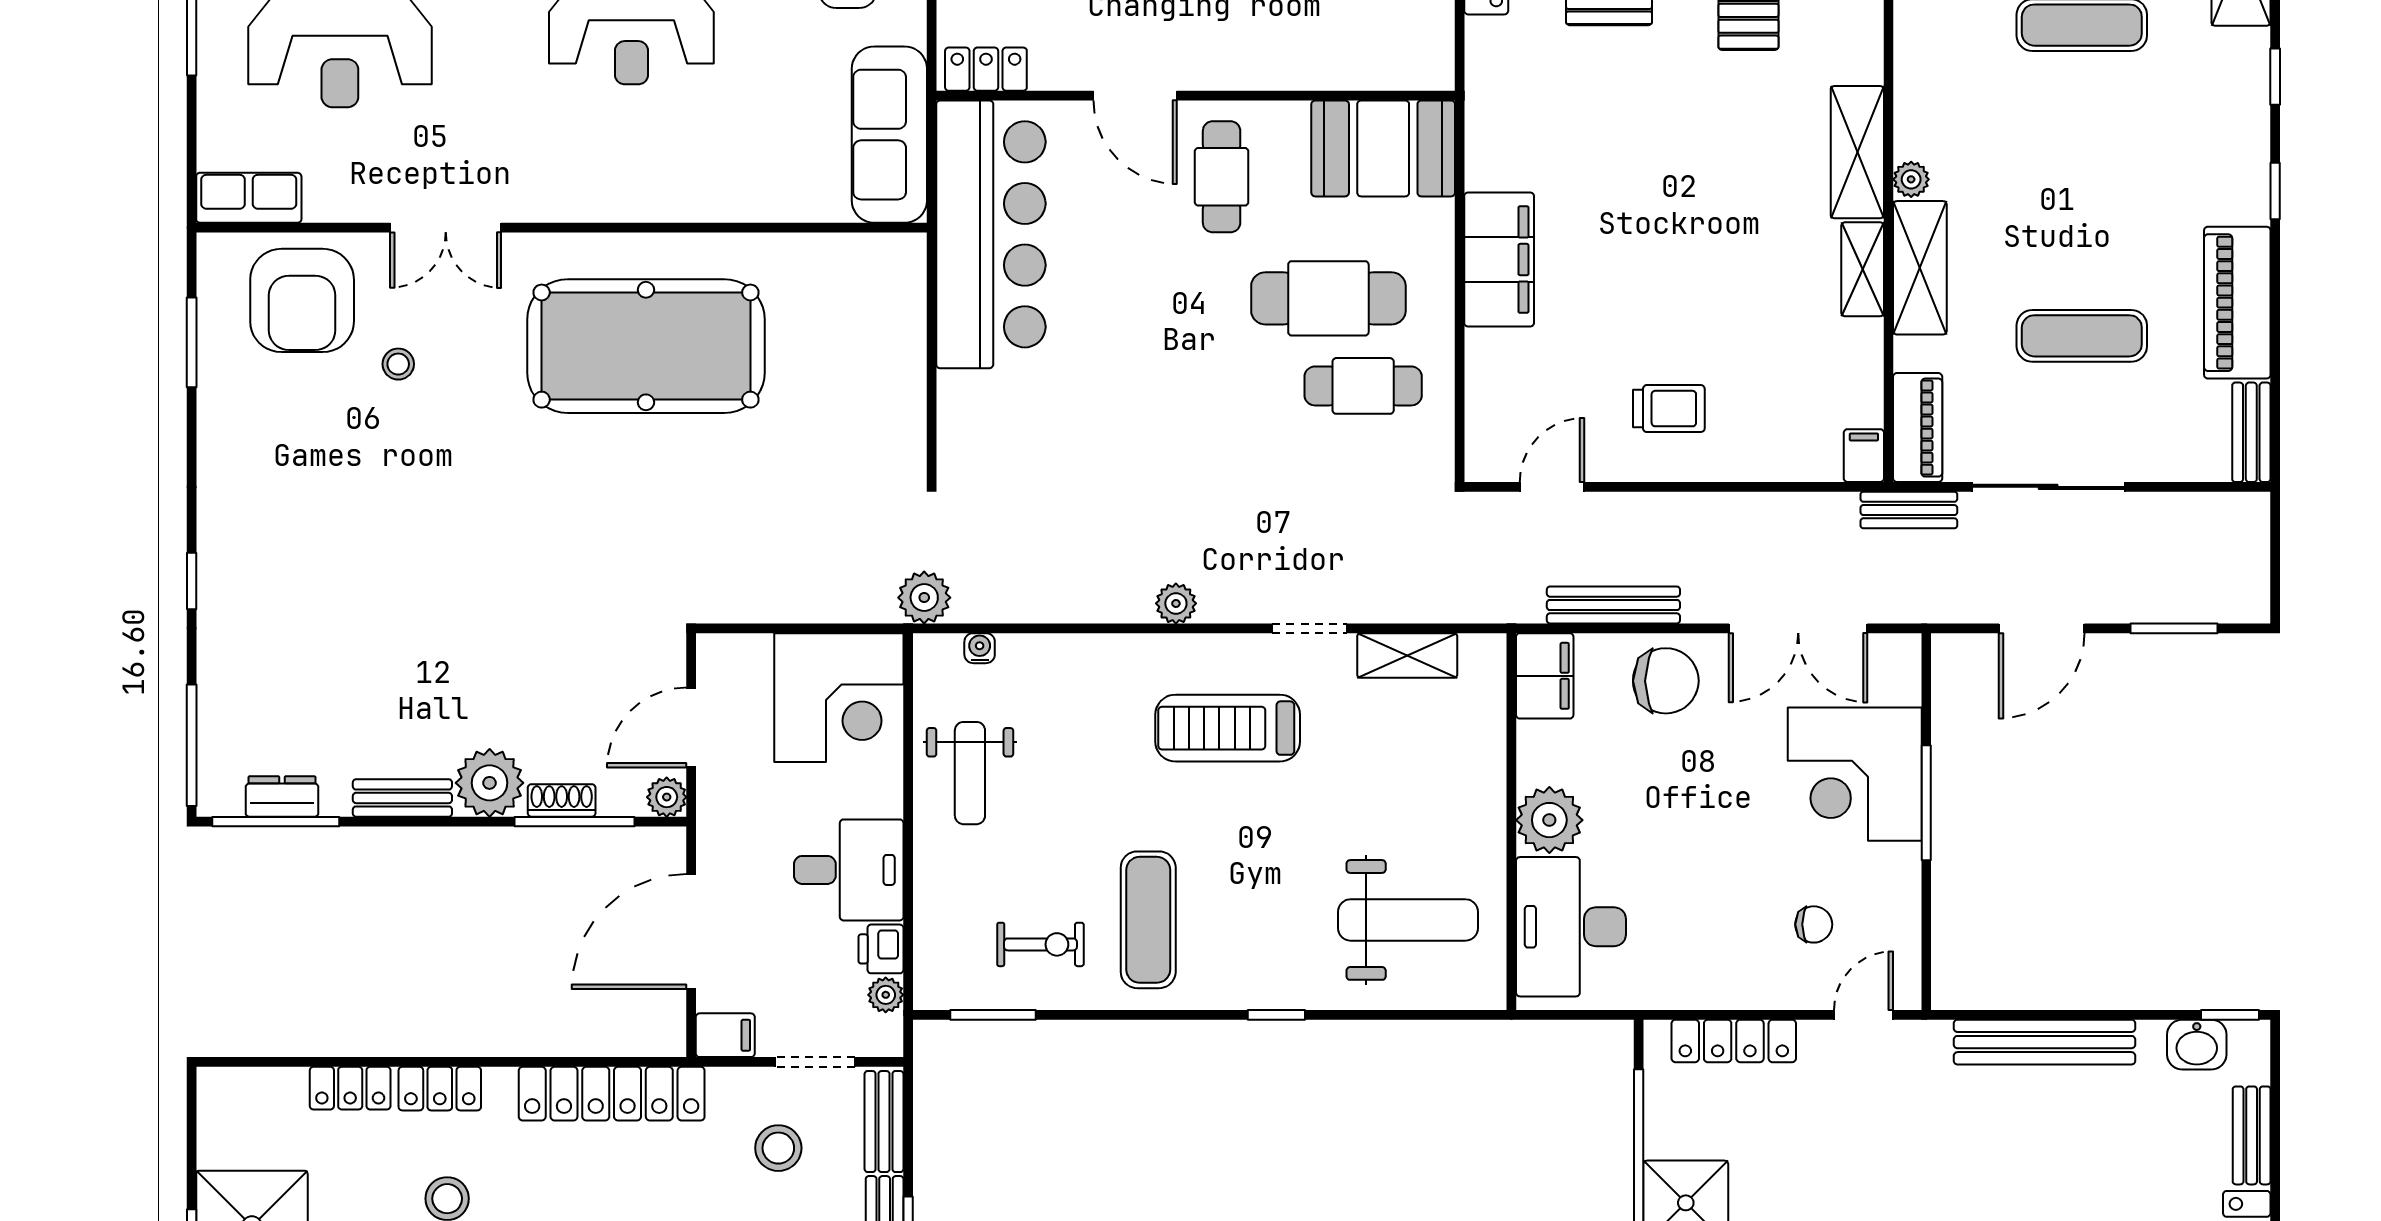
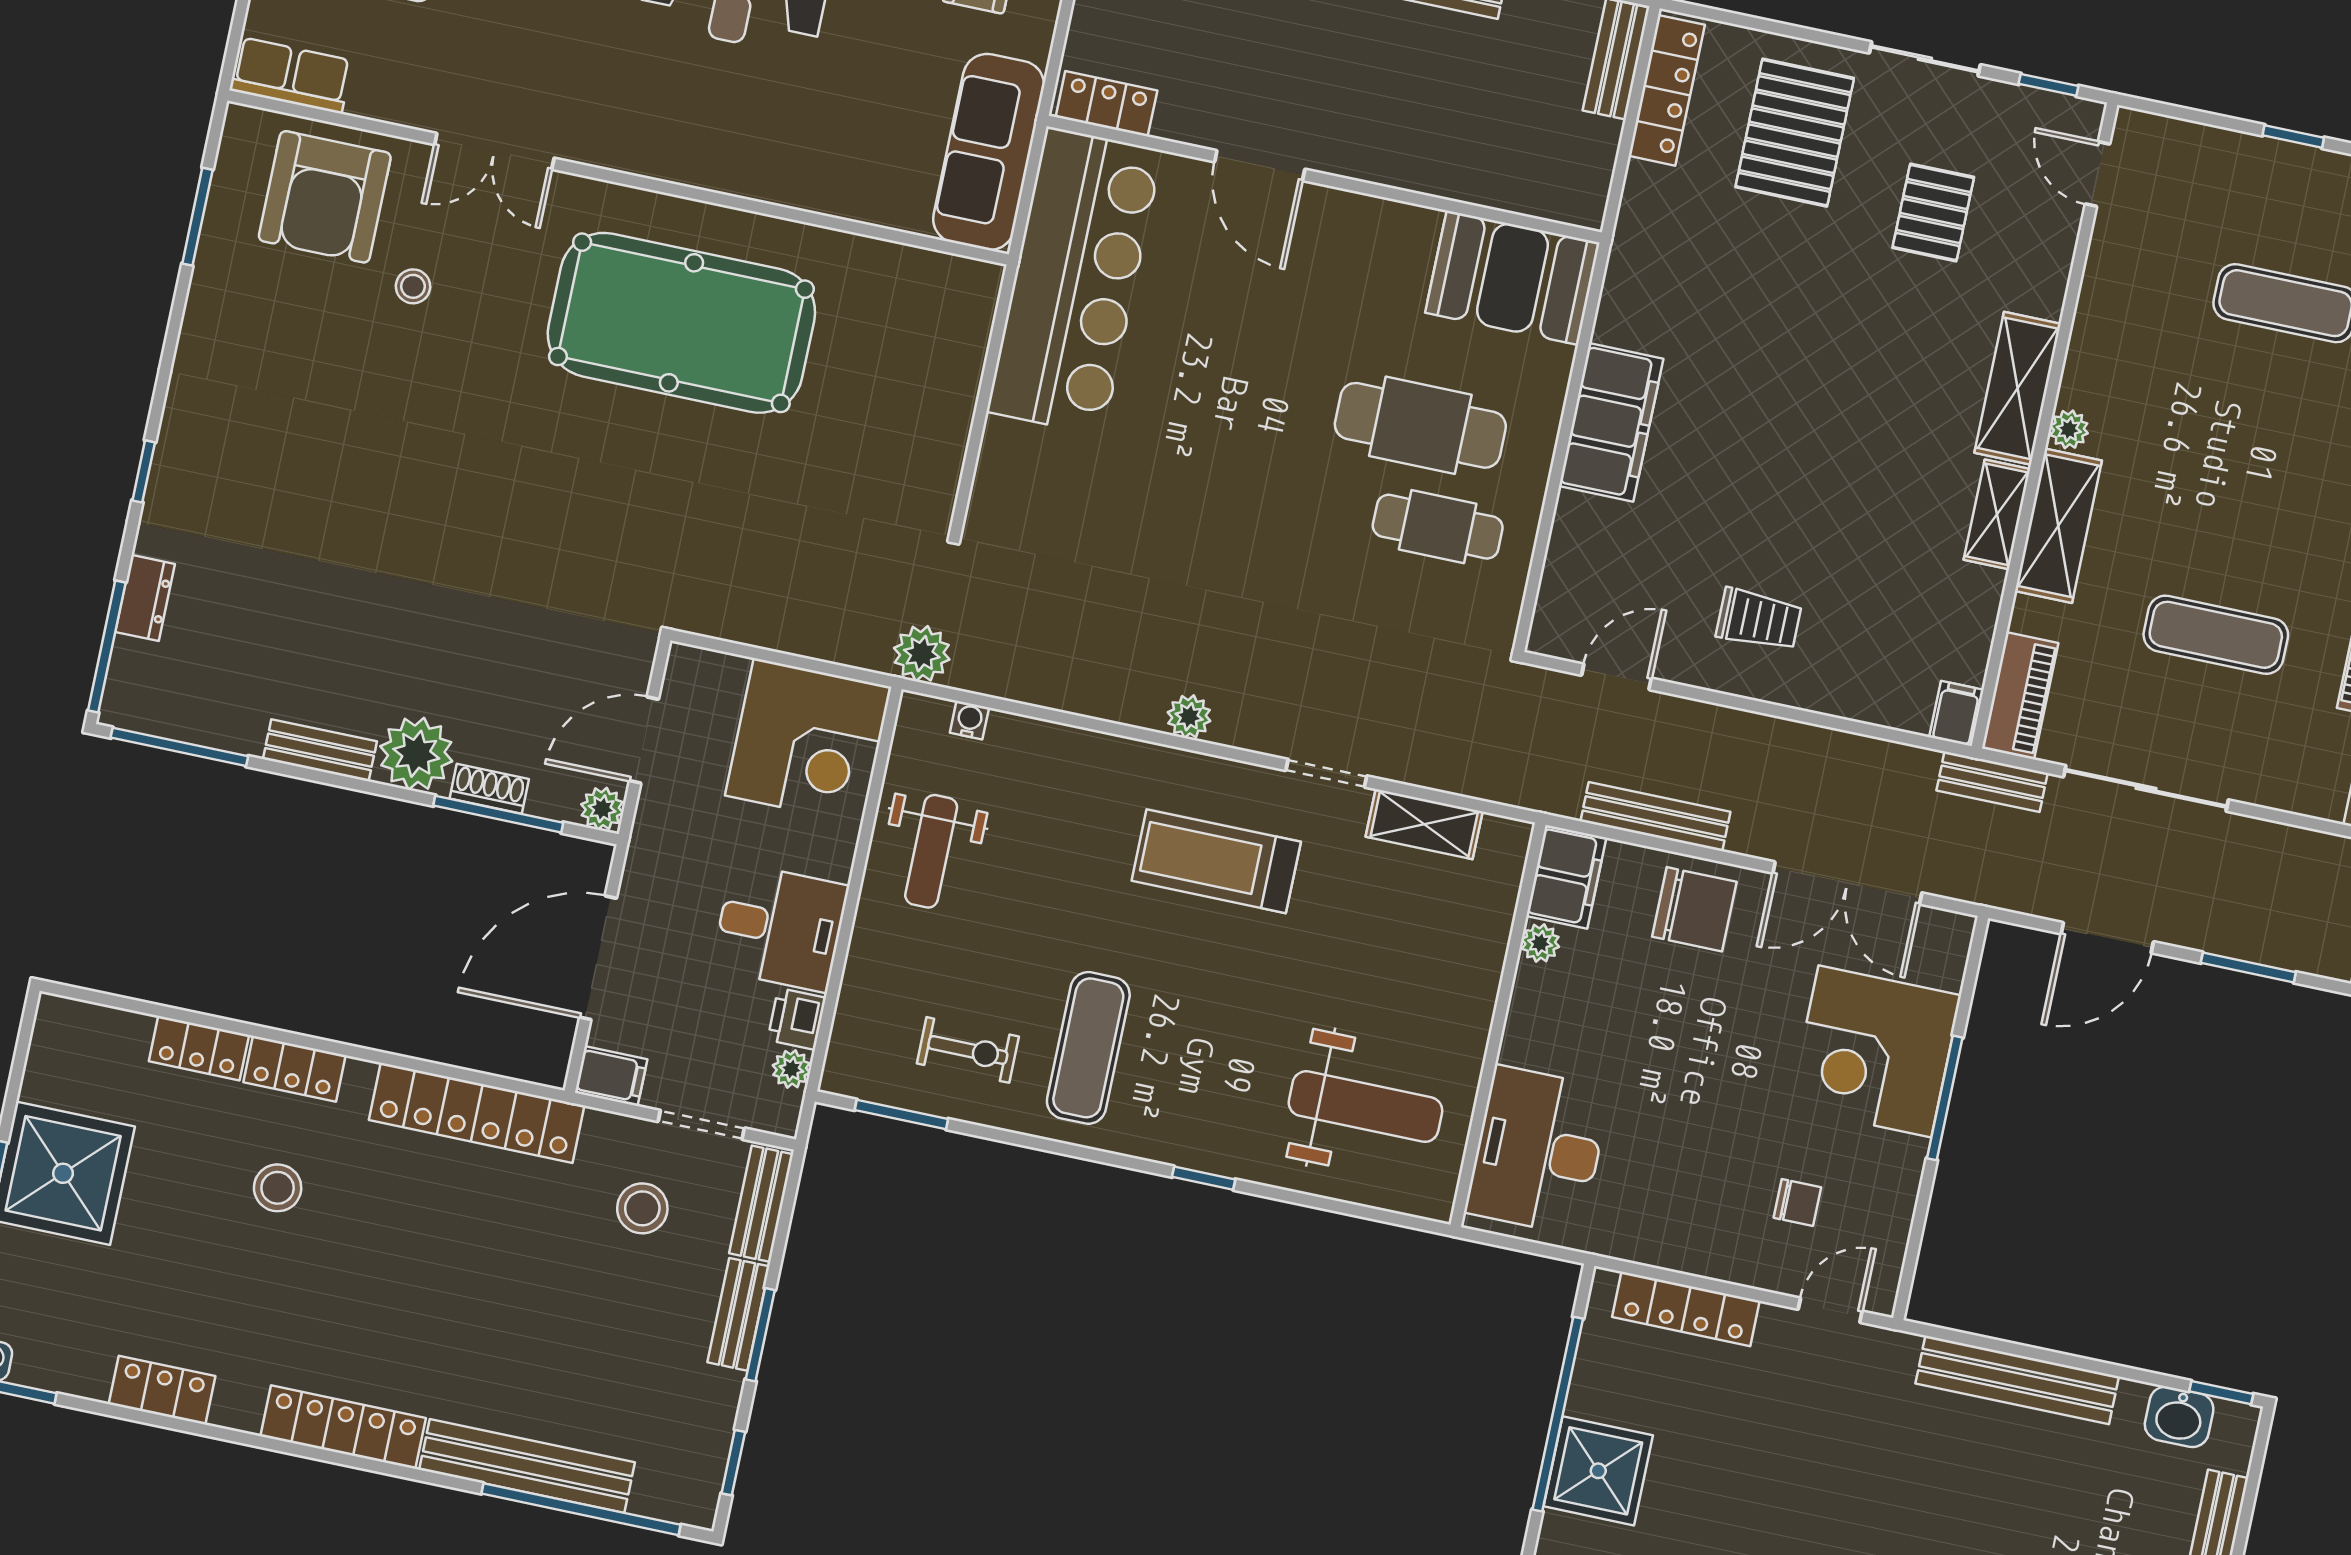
cafe table: (1222, 177) -> (1334, 272), removed
dresser: (282, 796) -> (145, 598), moved, turned 90
plant: (1549, 820) -> (1540, 943), moved, width x0.53, depth x0.53

